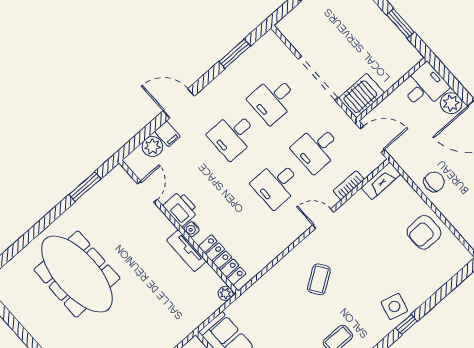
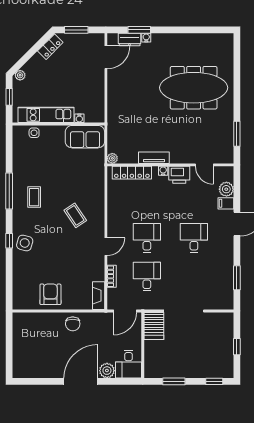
desk: (273, 100) -> (194, 276), removed

